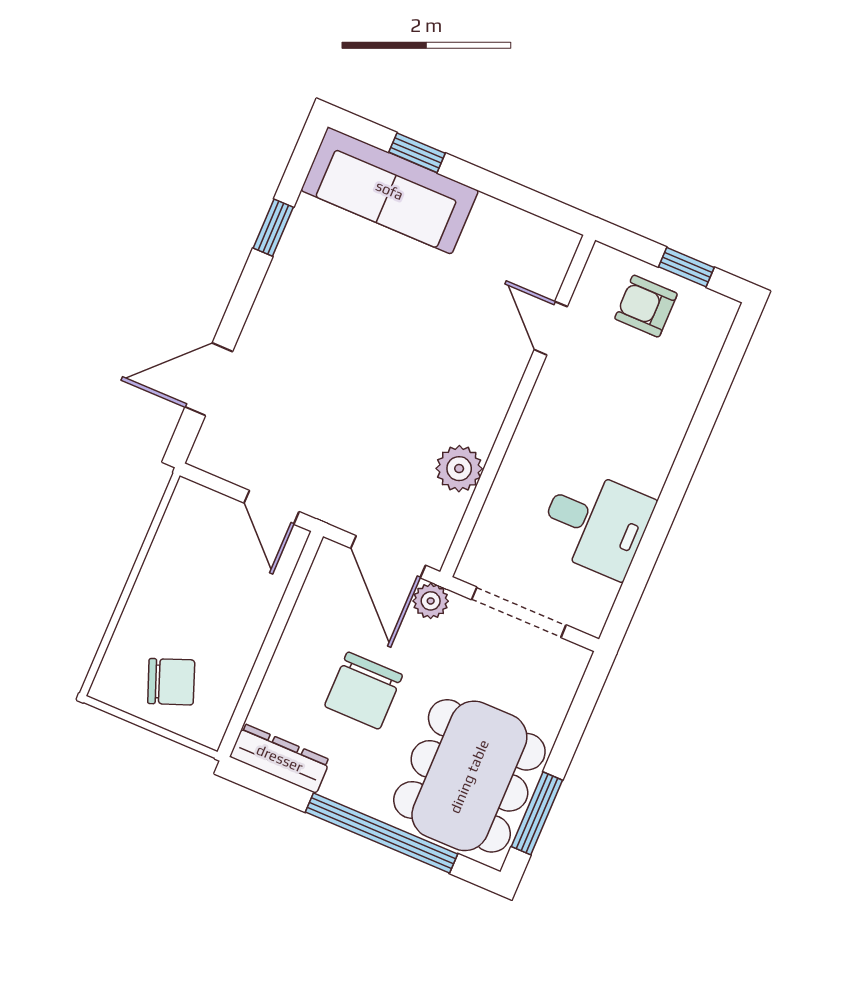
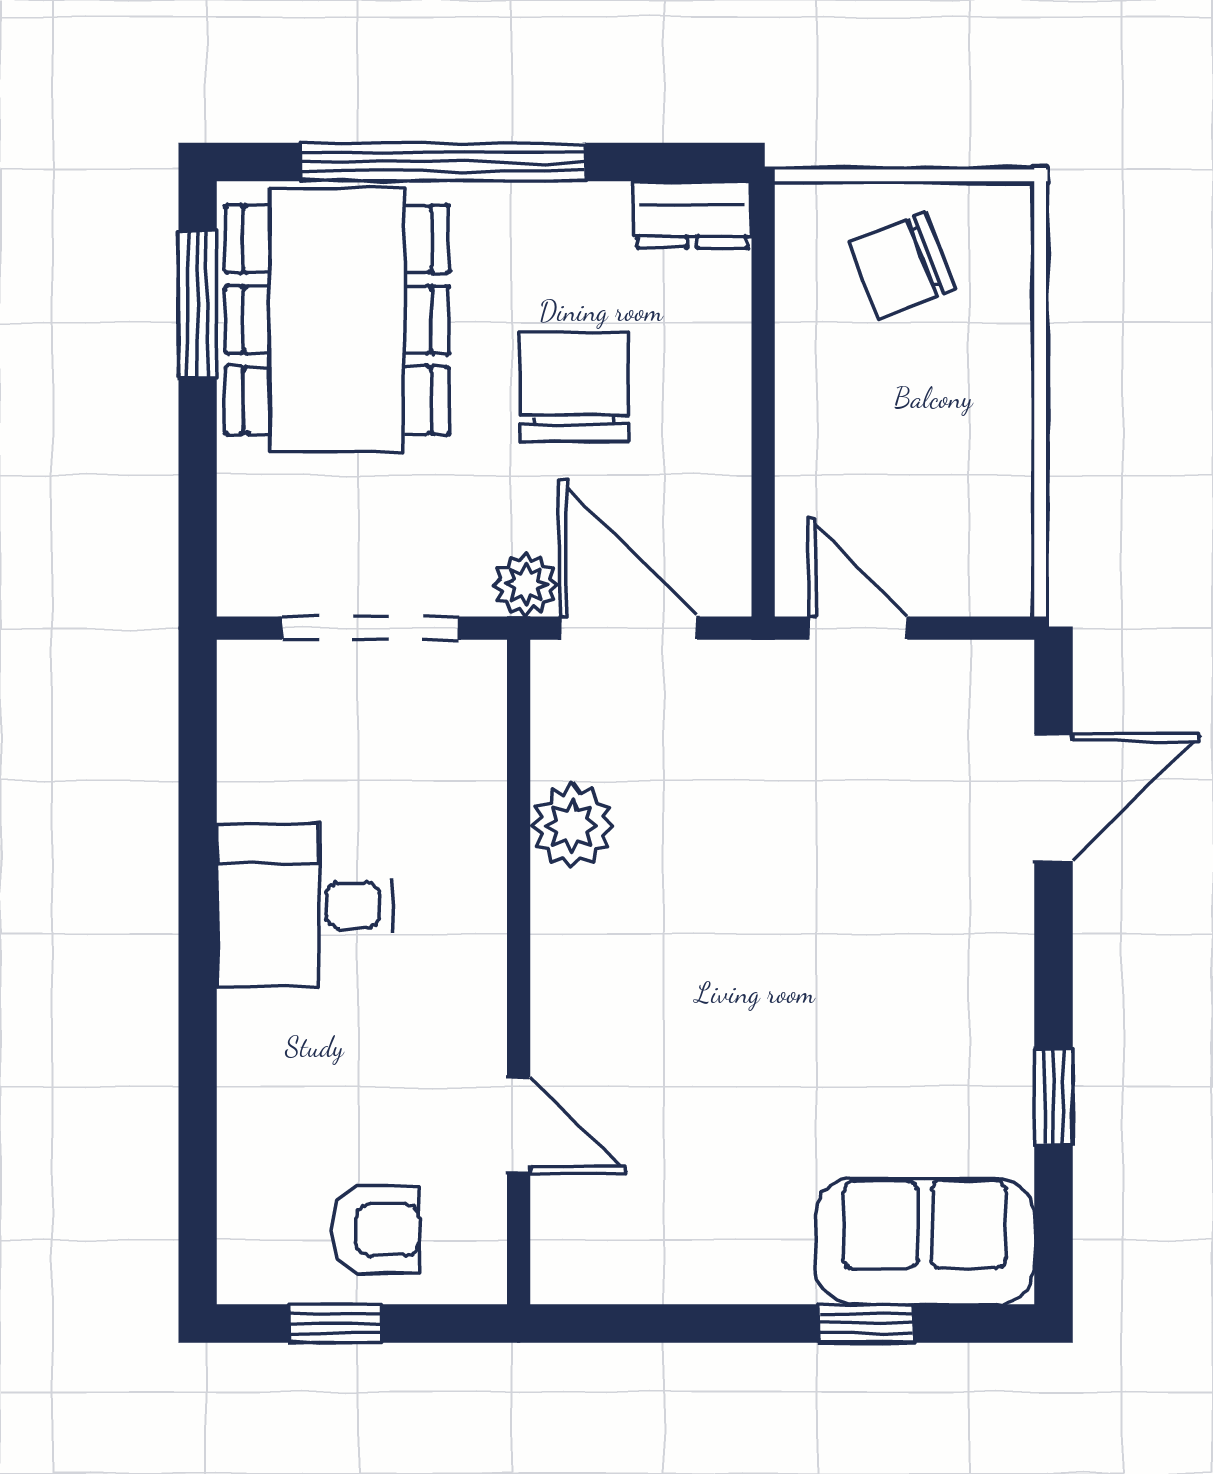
sofa: (390, 190) -> (925, 1241), width x0.73
desk: (596, 523) -> (305, 906), moved
dresser: (280, 758) -> (692, 215), width x0.70

